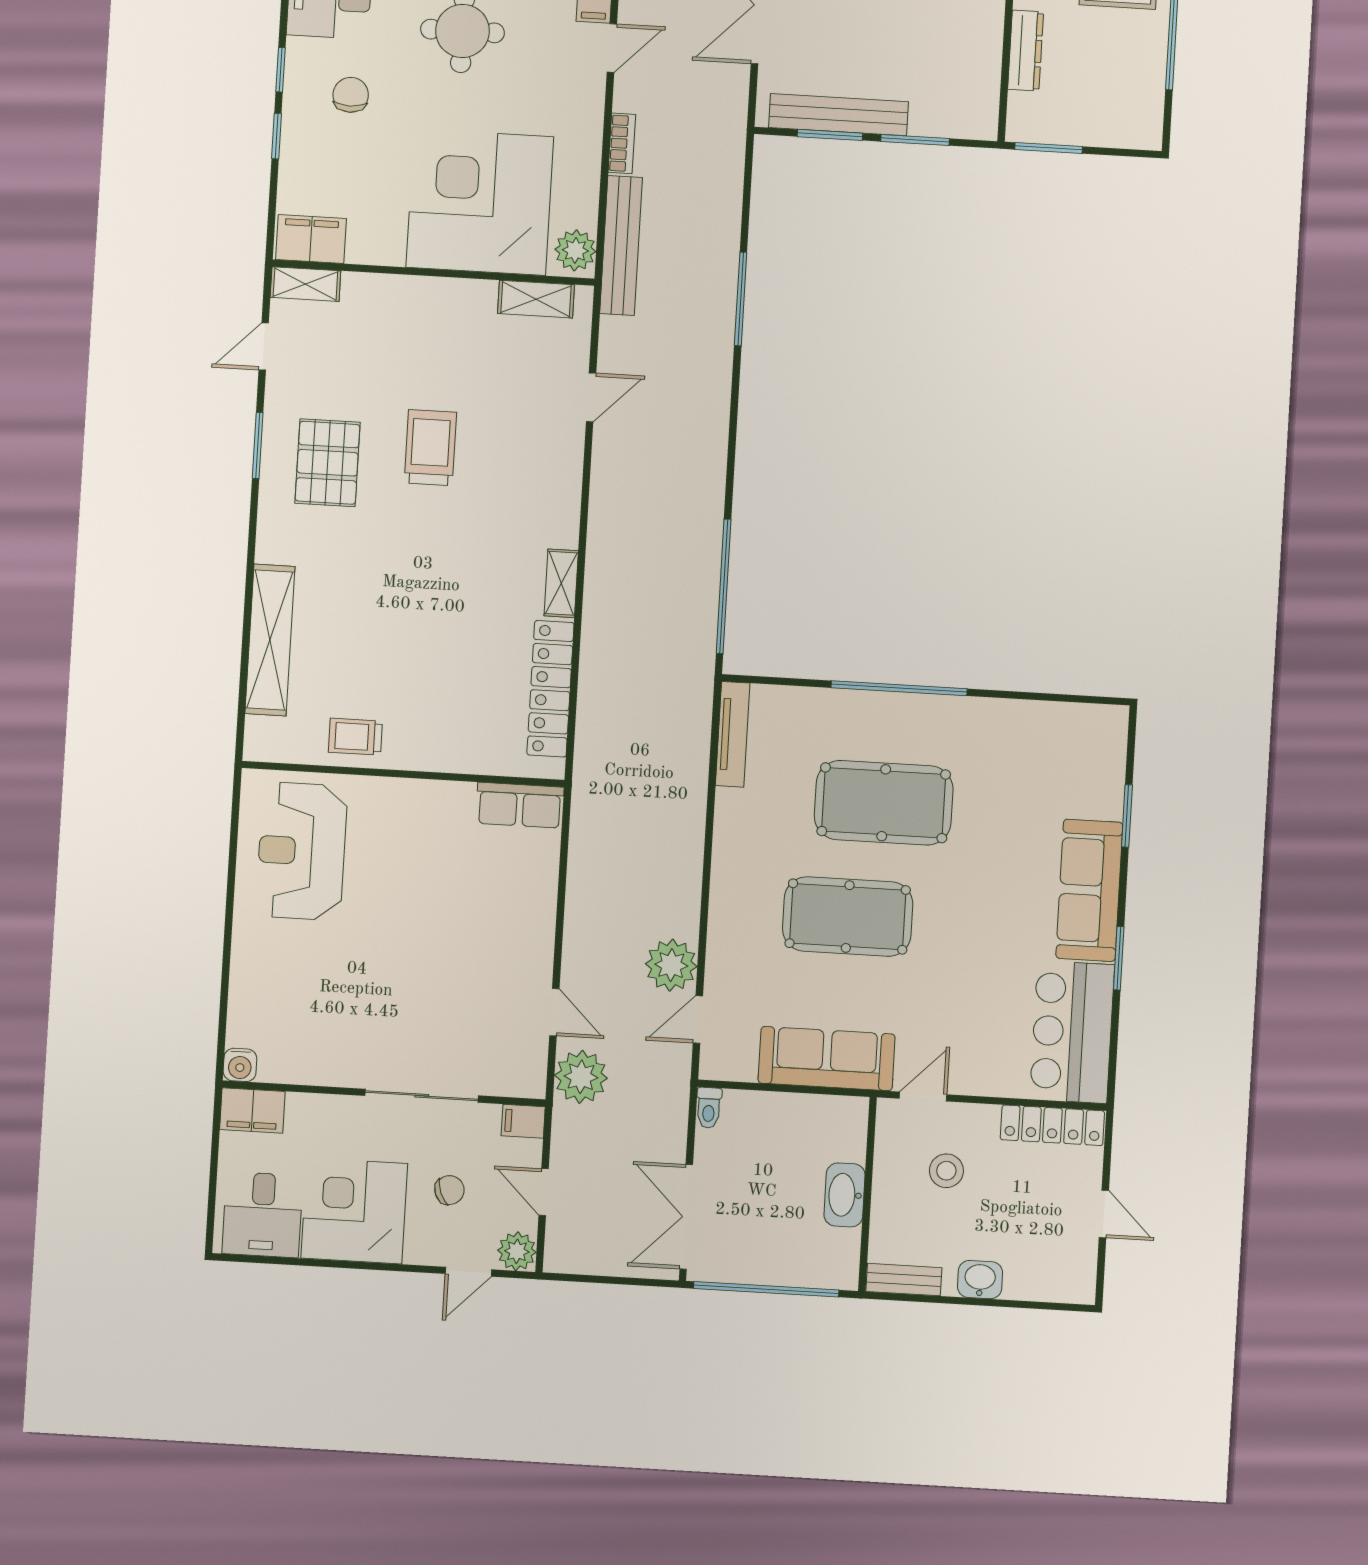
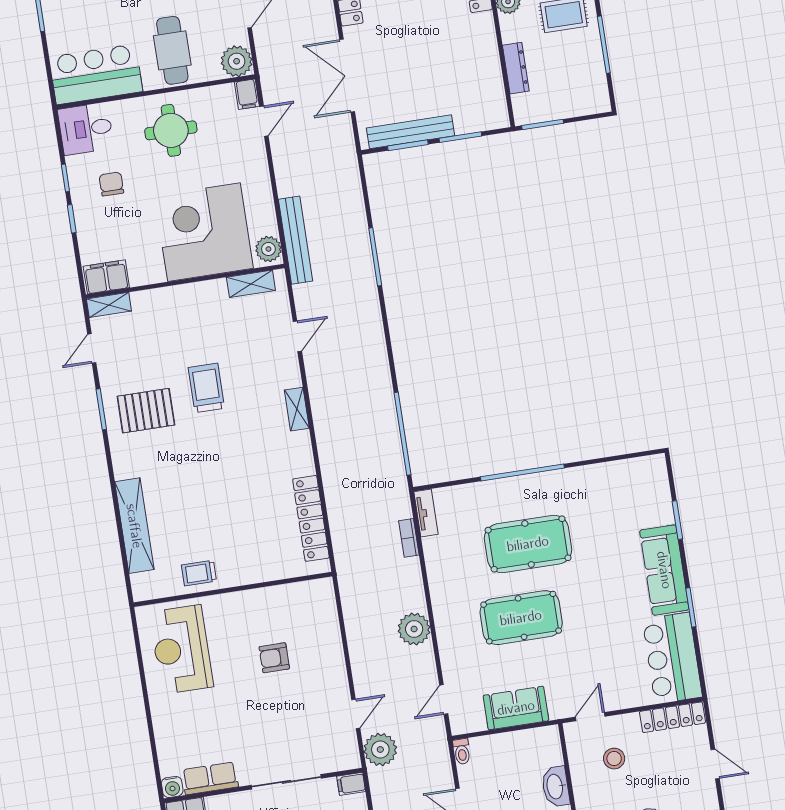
bookcase: (622, 143) -> (409, 538), moved, turned 180
pallet: (328, 463) -> (146, 411), turned 90
shelving: (561, 583) -> (297, 409), moved
tv unit: (733, 734) -> (426, 513), width x0.71
row of seats: (520, 805) -> (210, 778), moved, turned 180
armchair: (445, 896) -> (274, 658), added
plant: (671, 965) -> (414, 629), moved
door: (554, 1012) -> (356, 714), hinge flipped
sofa: (827, 1059) -> (516, 708), width x0.73

